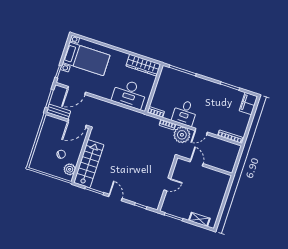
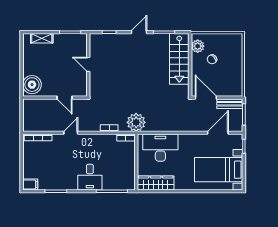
filing cabinet: (248, 104) -> (30, 184), width x0.50
desk: (185, 113) -> (90, 177), moved, turned 180
door: (77, 123) -> (206, 98), hinge flipped
plant: (182, 135) -> (136, 122), moved
boiler: (221, 183) -> (32, 85), added
door: (167, 184) -> (88, 64), hinge flipped
door: (115, 198) -> (139, 32), swing flipped

